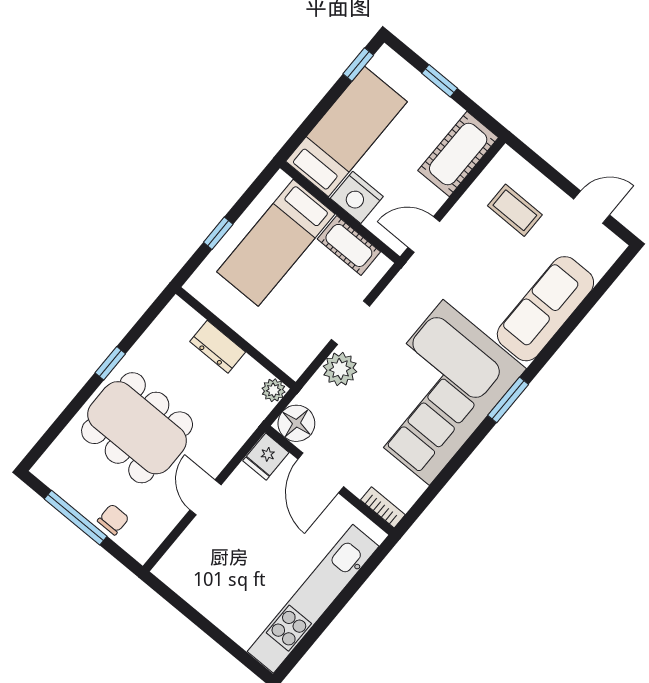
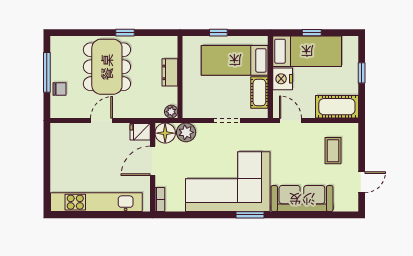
window: (358, 65) -> (312, 33), moved
door: (592, 207) -> (362, 182), hinge flipped
plant: (340, 369) -> (186, 132), moved

